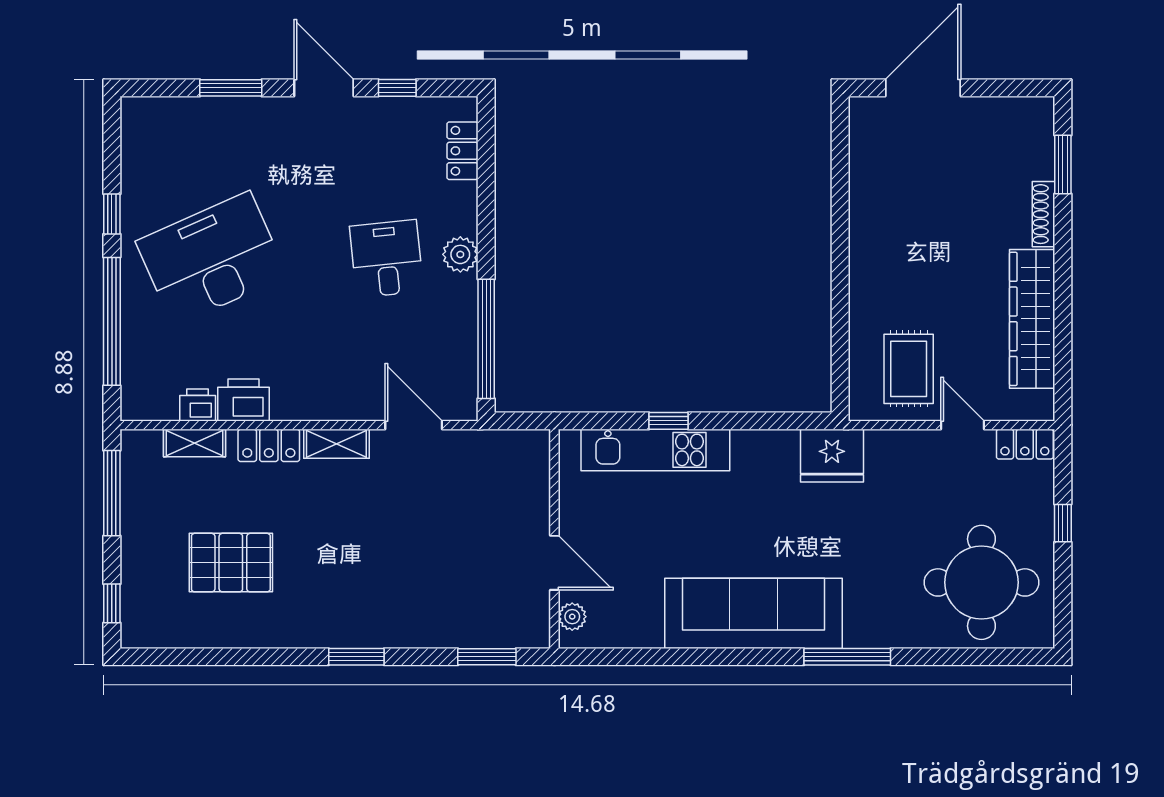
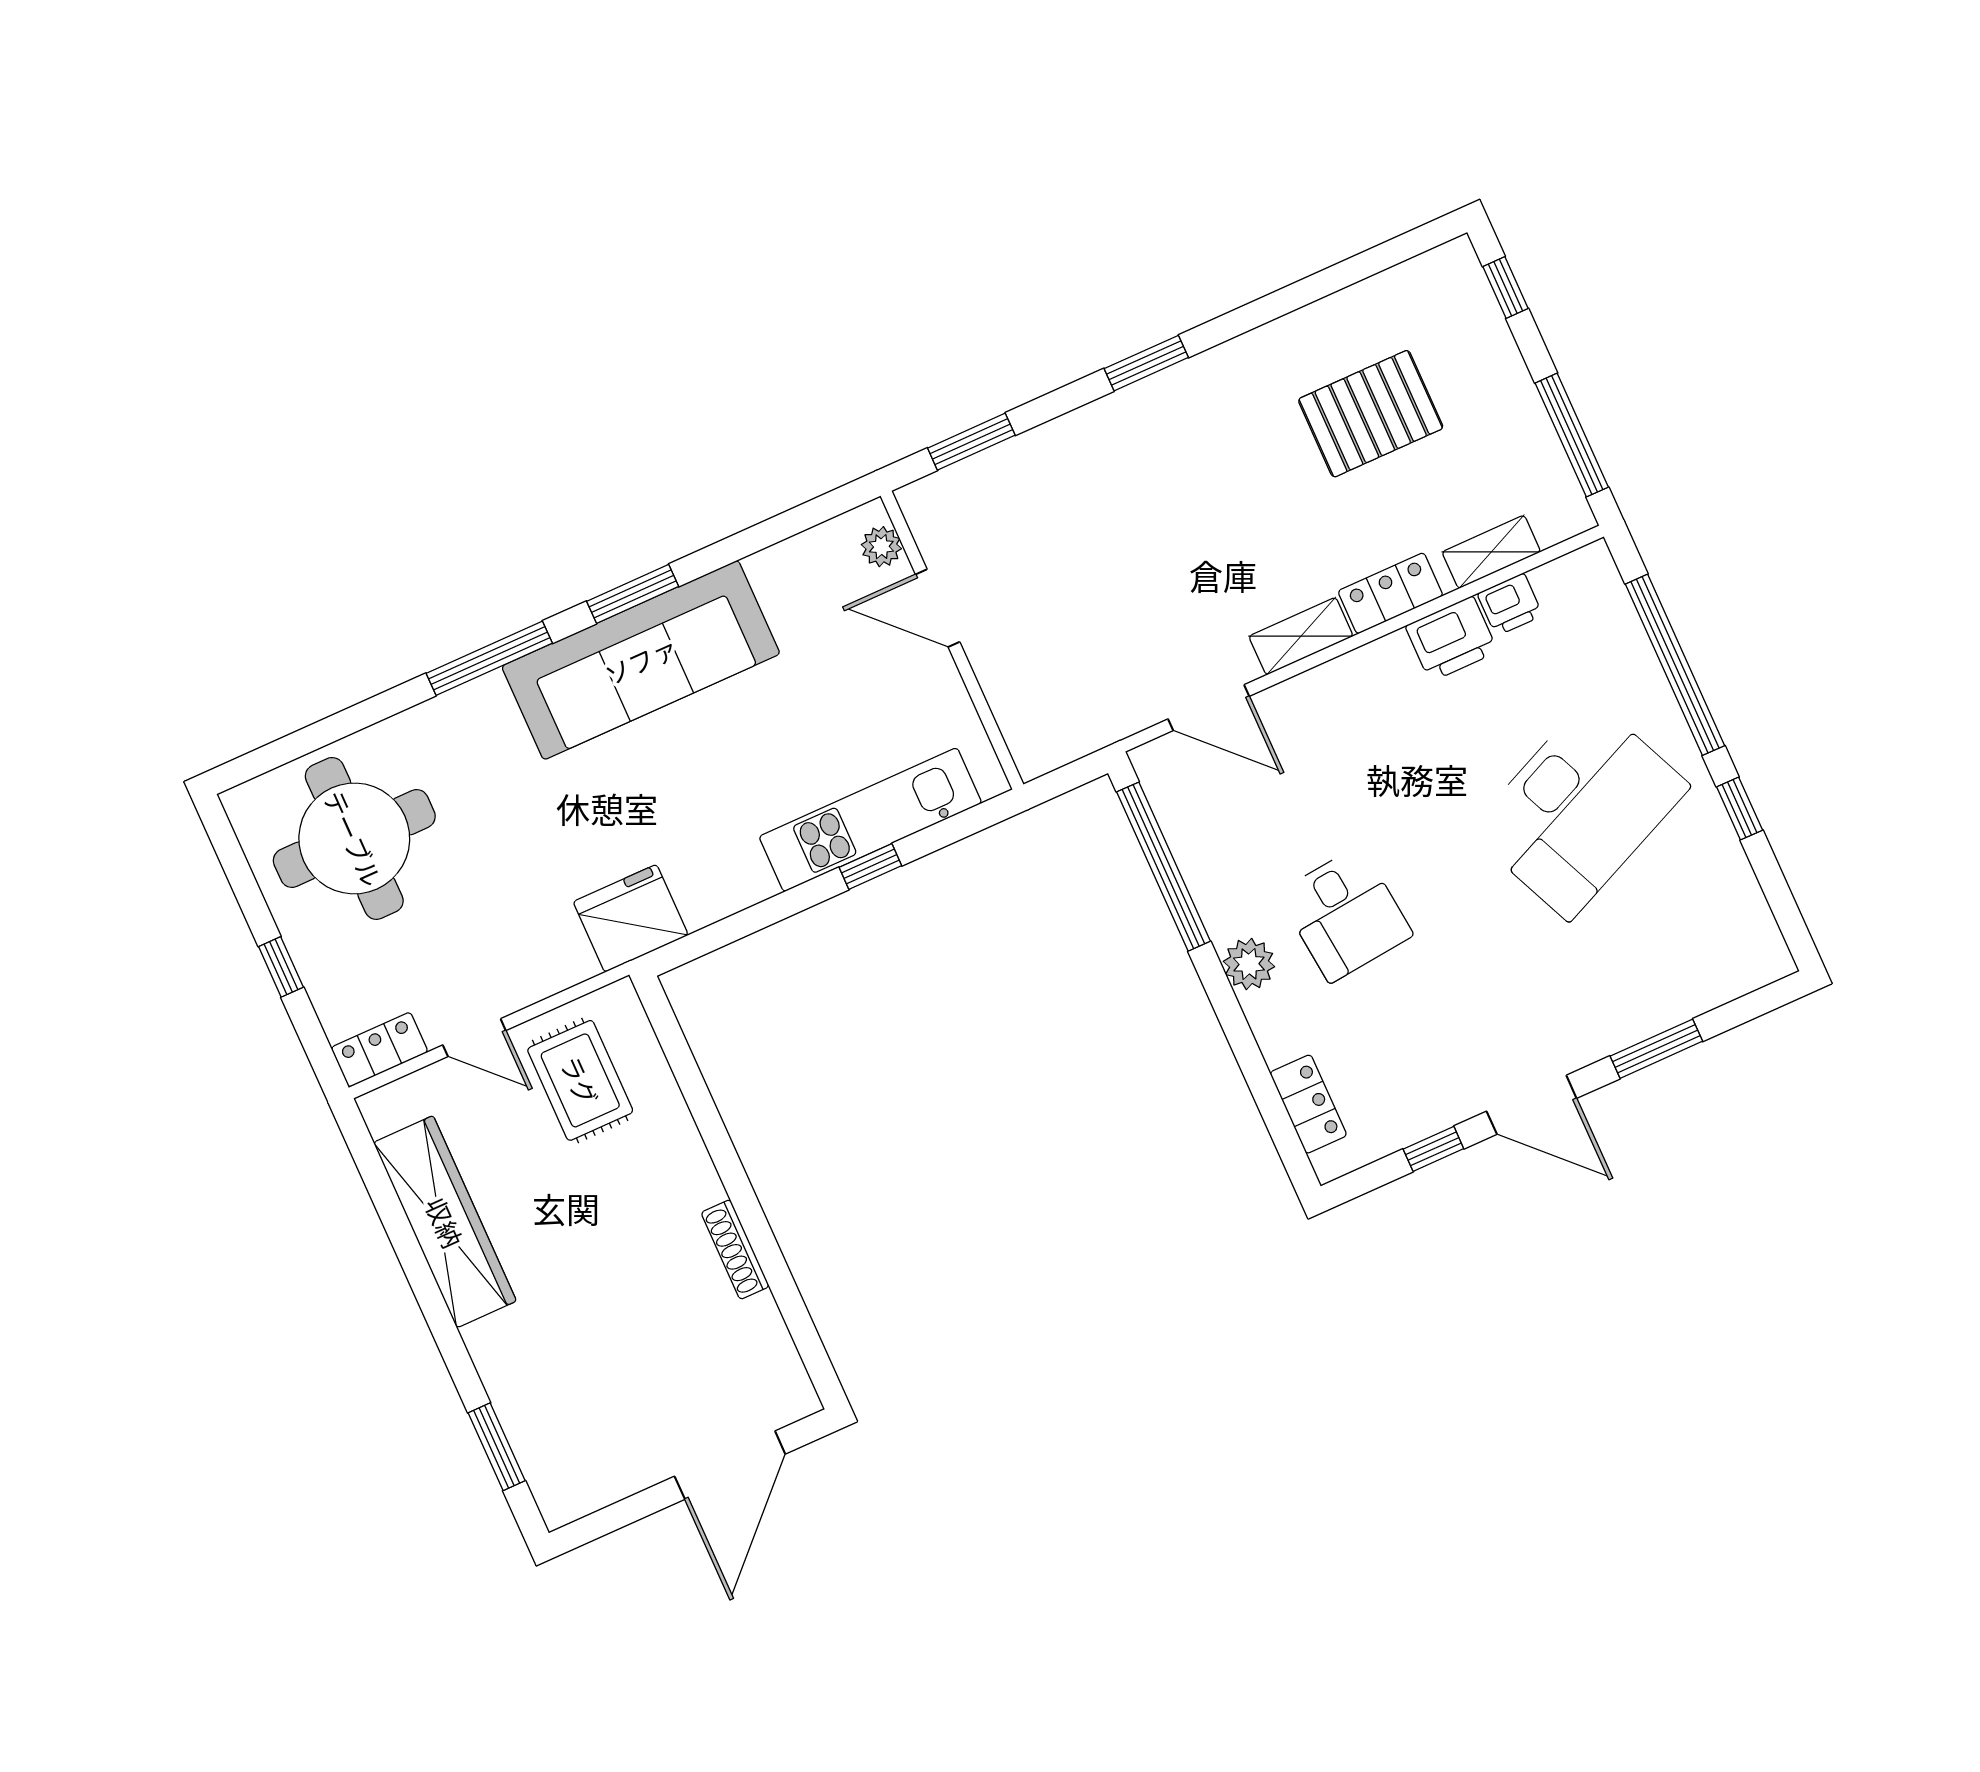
shoe rack: (1044, 214) -> (735, 1249), moved, turned 180
window: (740, 657) -> (633, 594), added

